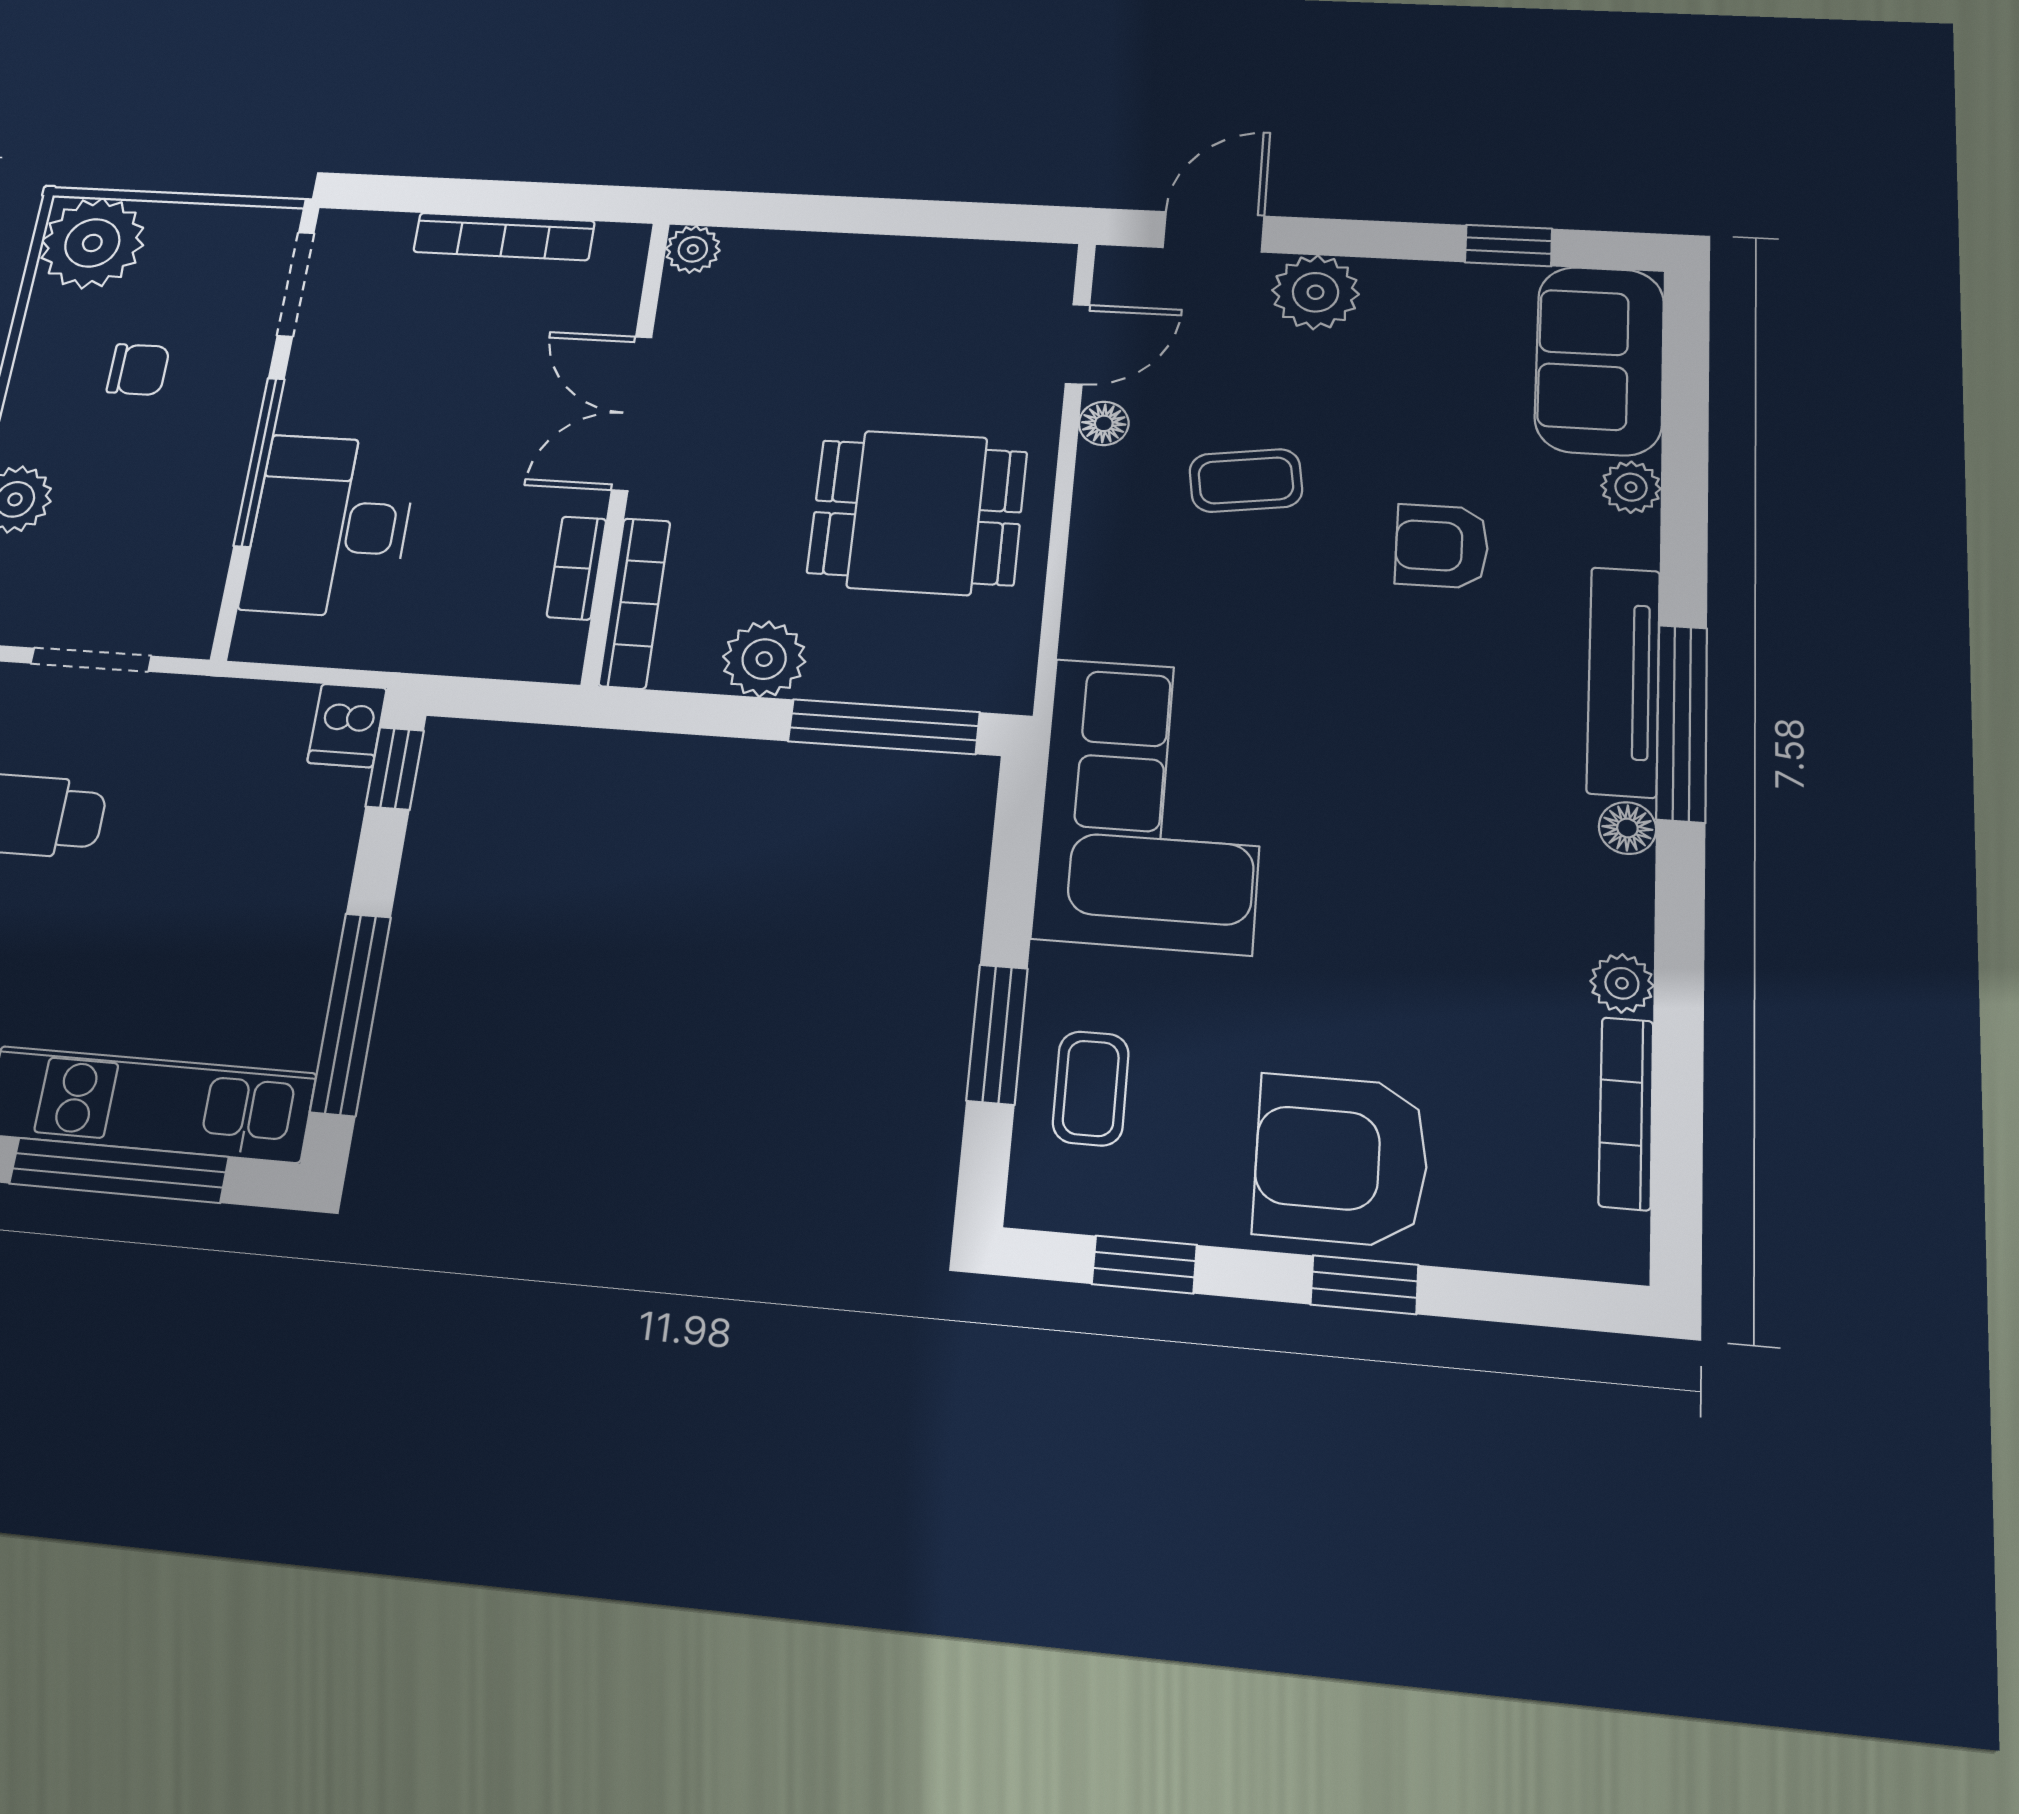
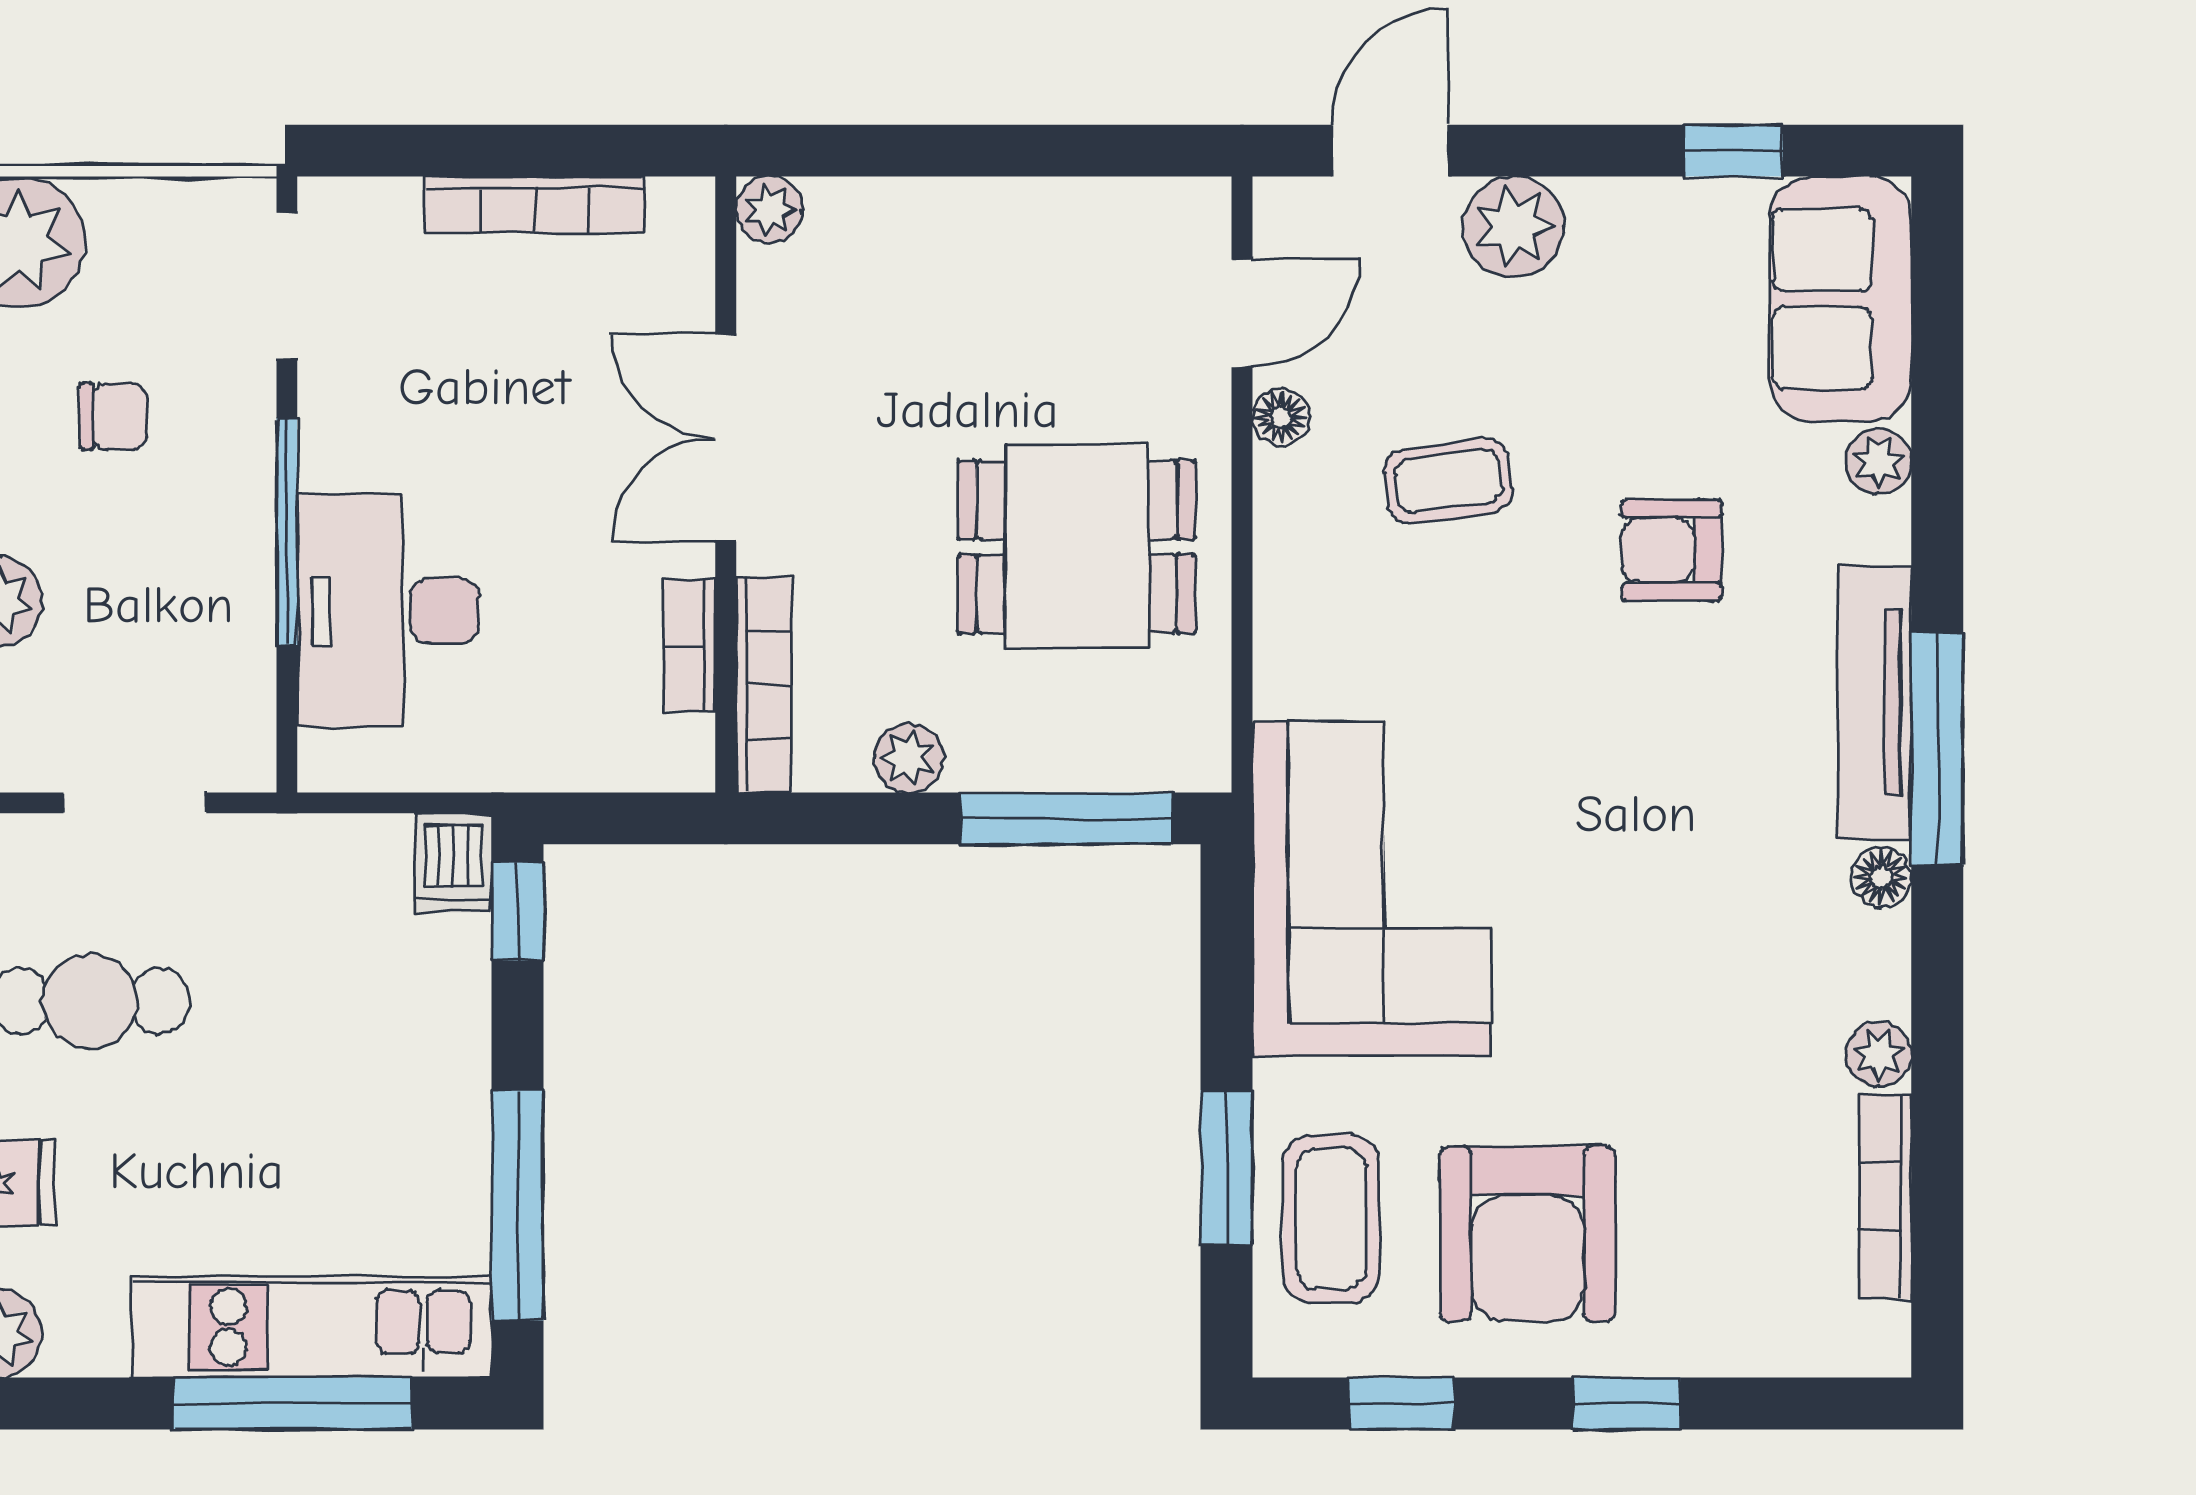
plant: (764, 659) -> (909, 758), width x0.73, depth x0.73
coffee table: (1091, 1088) -> (1331, 1219), width x1.36, depth x1.30
armchair: (1341, 1160) -> (1527, 1234), moved, turned -90

